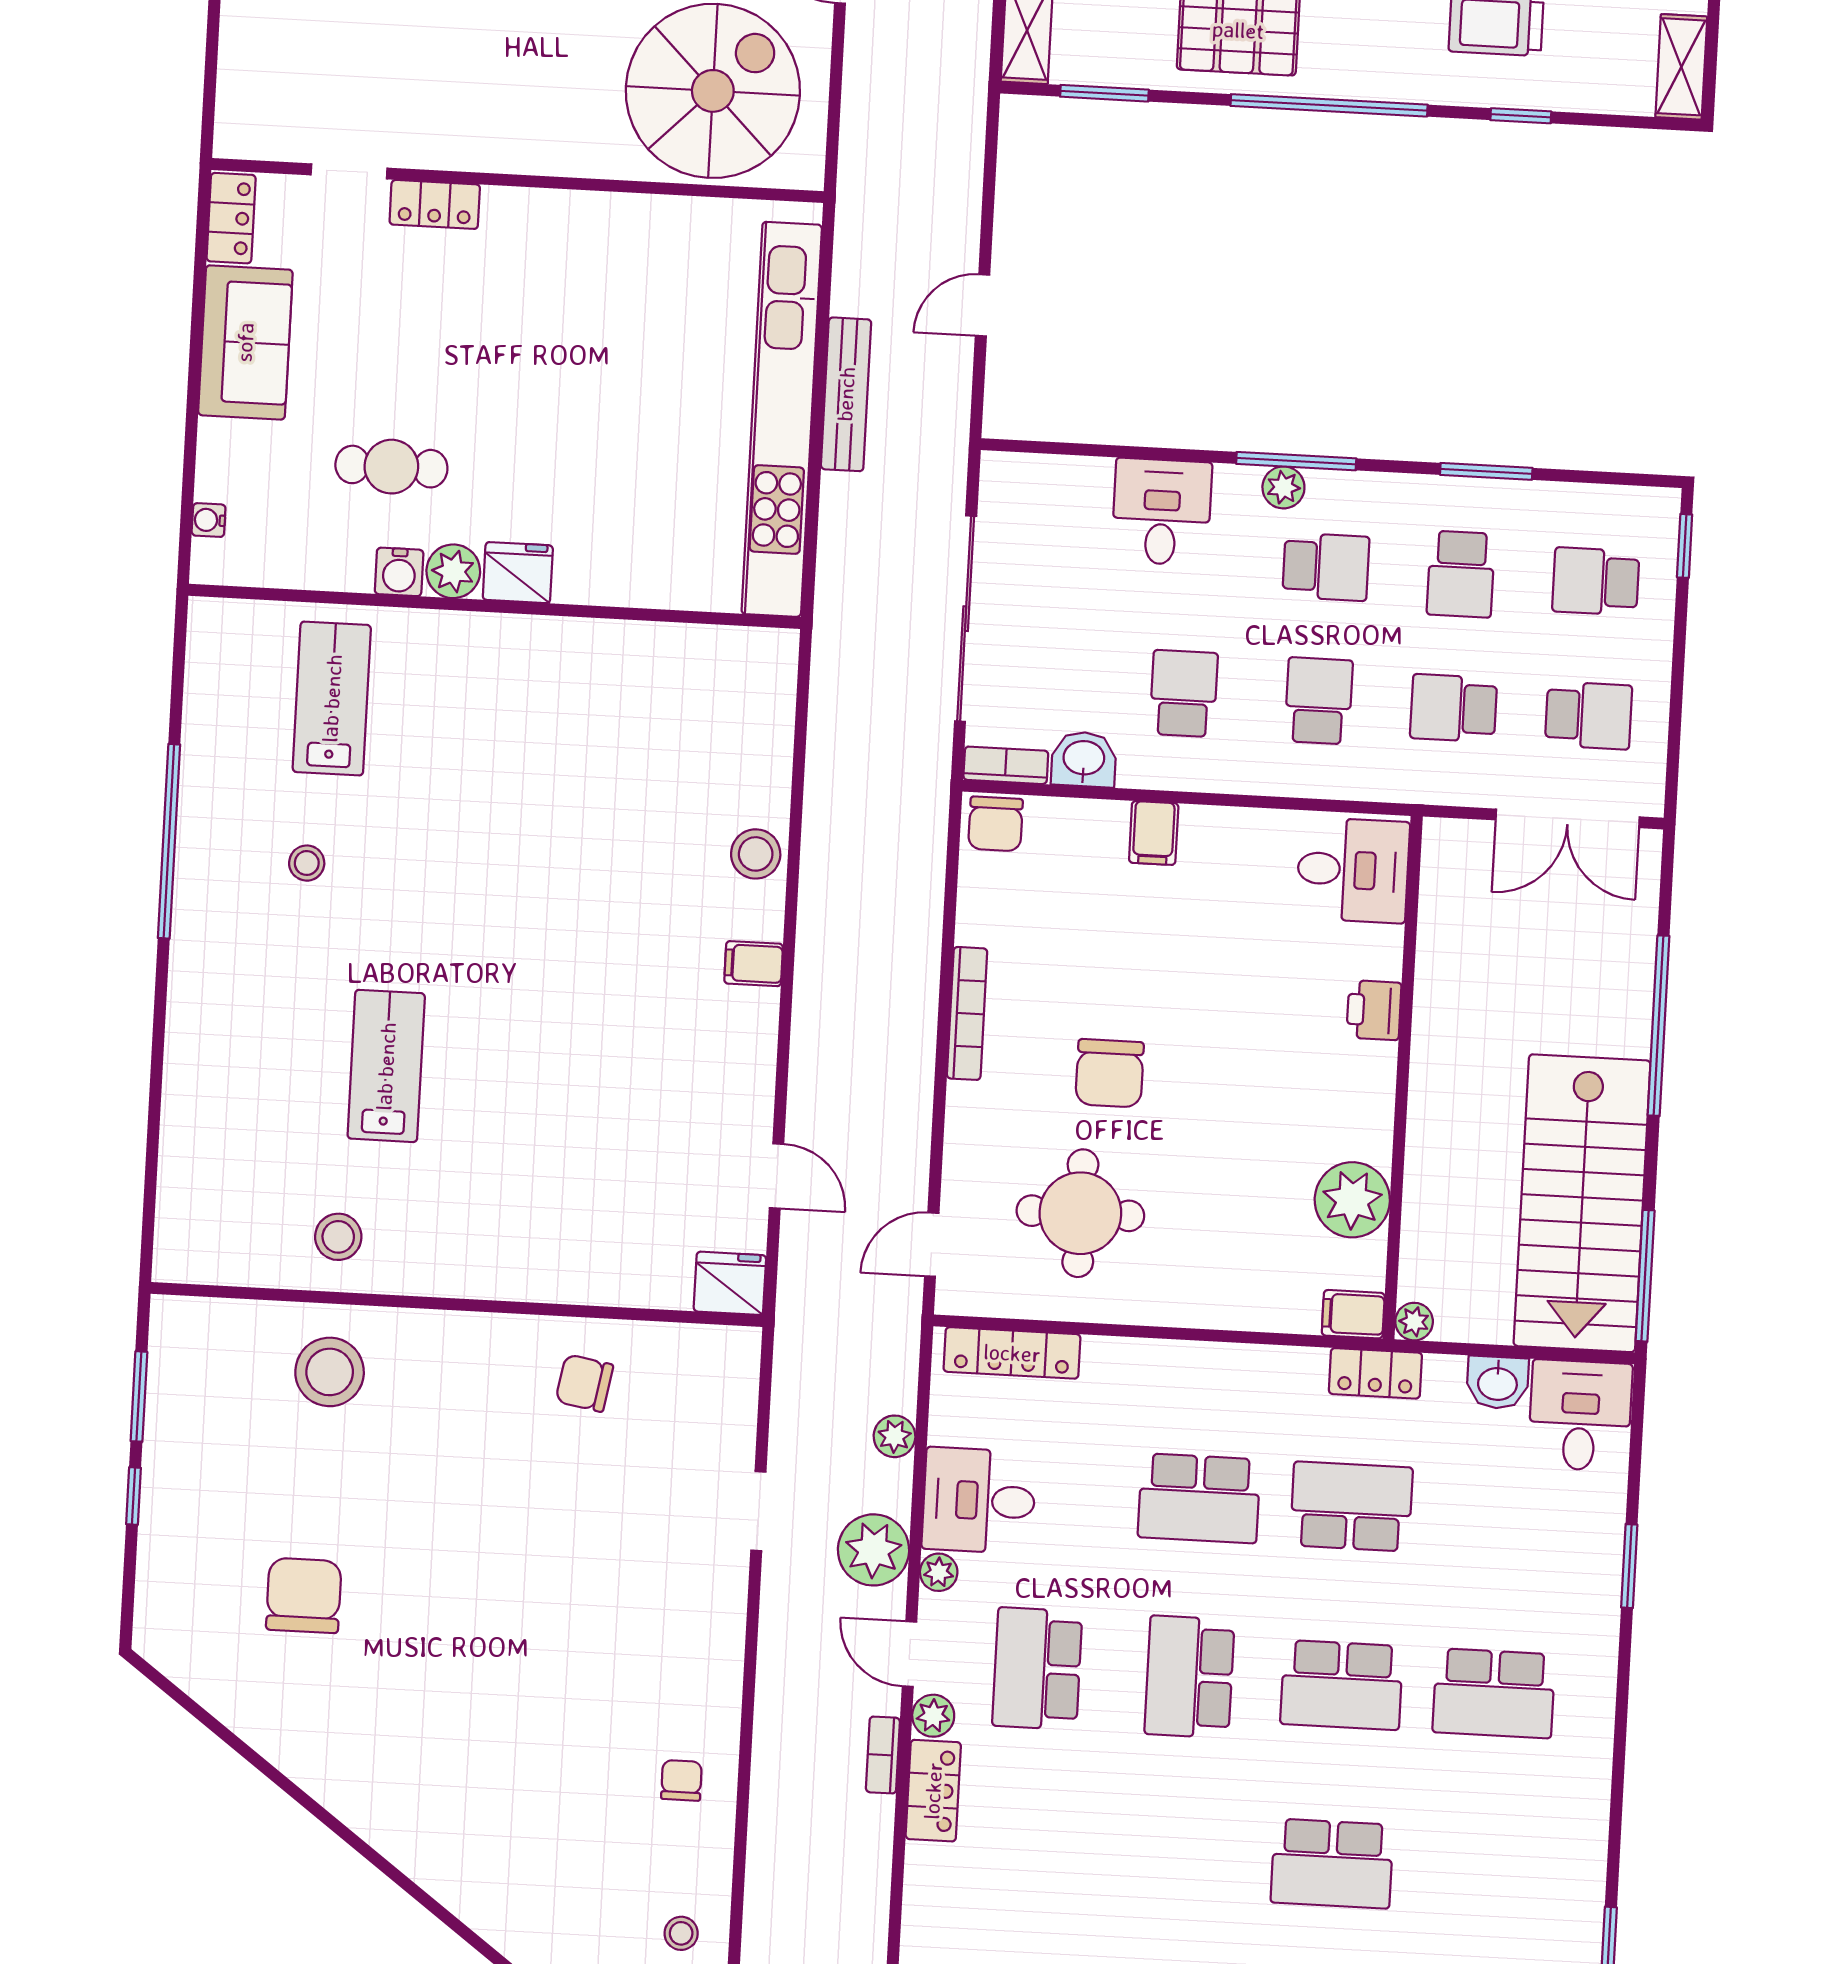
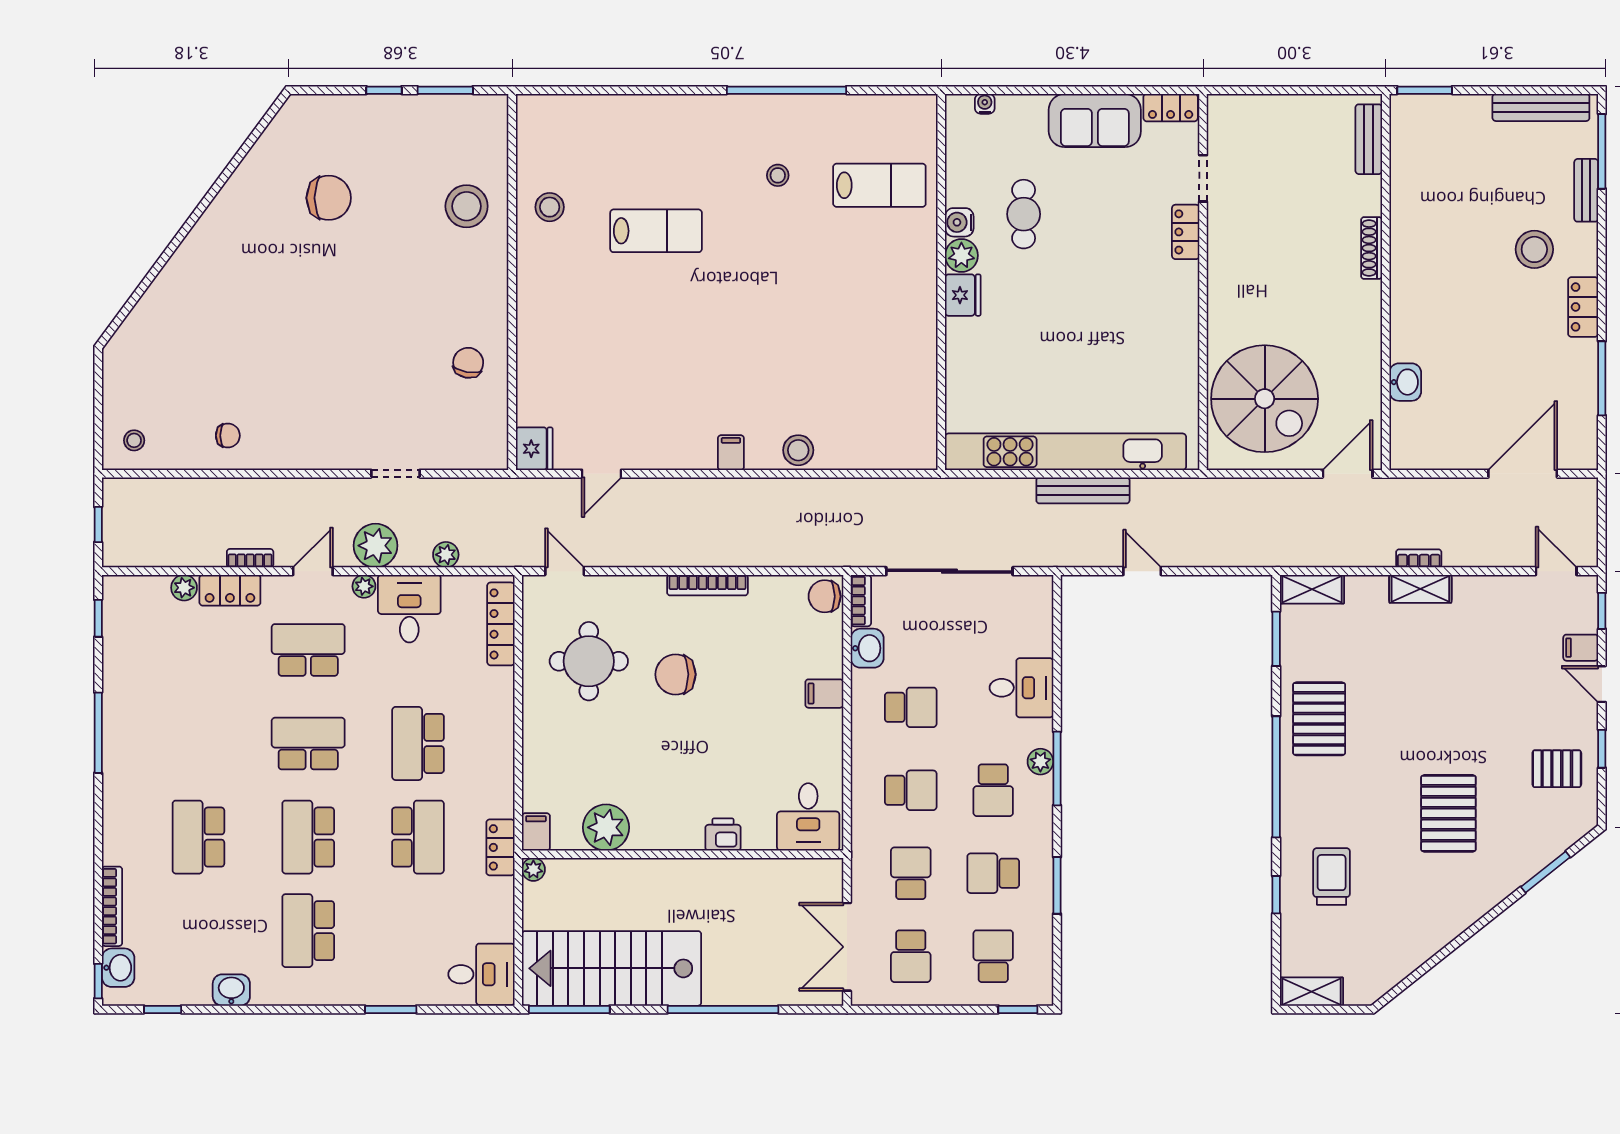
washbasin: (1498, 1382) -> (231, 990), moved, turned 90
plant: (933, 1716) -> (184, 588), moved

